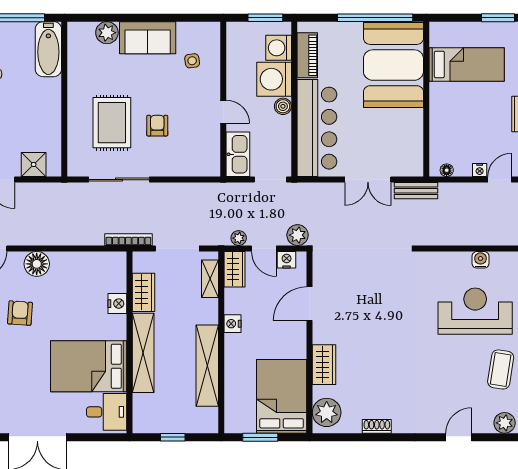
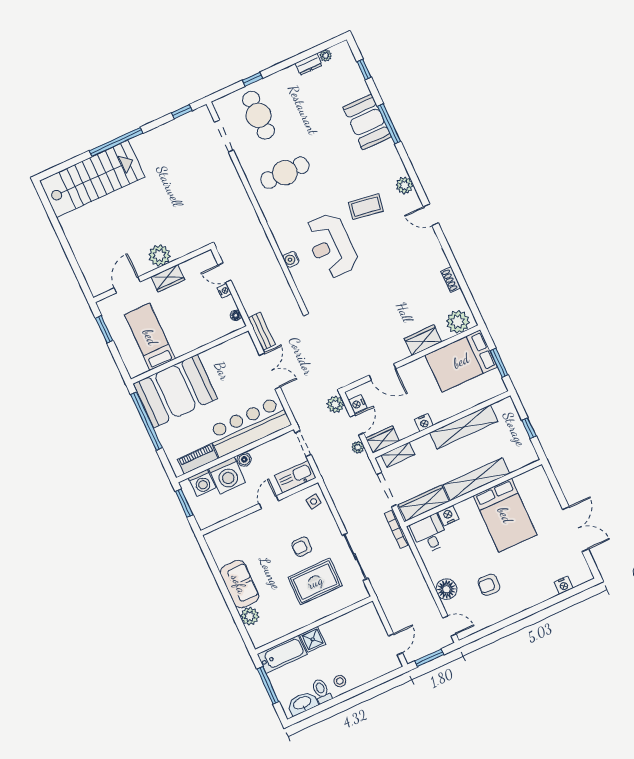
side table: (192, 61) -> (314, 501), moved
shower: (34, 164) -> (313, 639), moved
wardrobe: (143, 292) -> (424, 503), width x1.50
desk: (107, 412) -> (430, 534), moved

